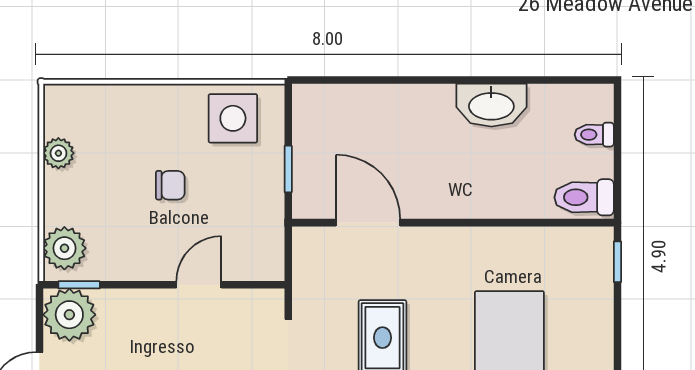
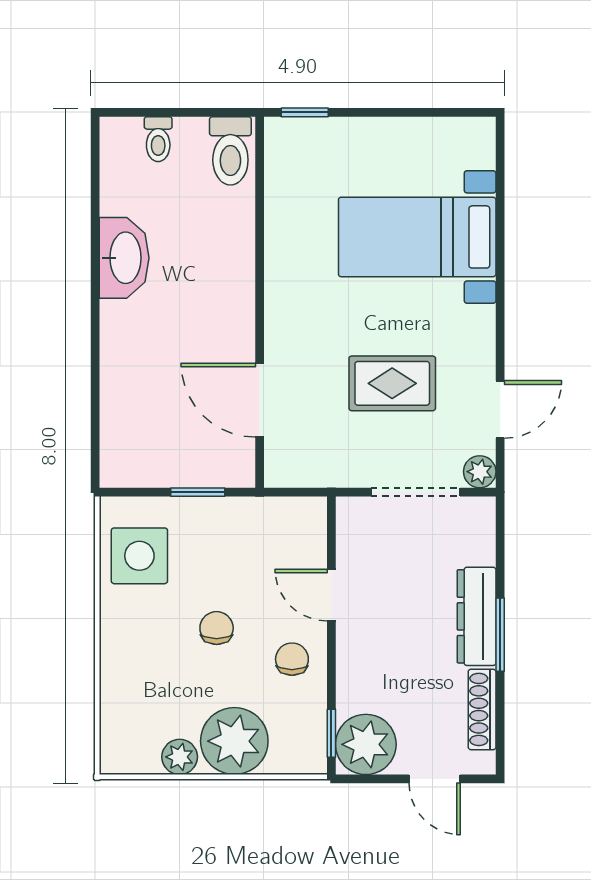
door: (368, 223) -> (260, 400), hinge flipped
plant: (64, 248) -> (234, 741), moved, width x1.36, depth x1.36
chair: (143, 251) -> (292, 659), added

